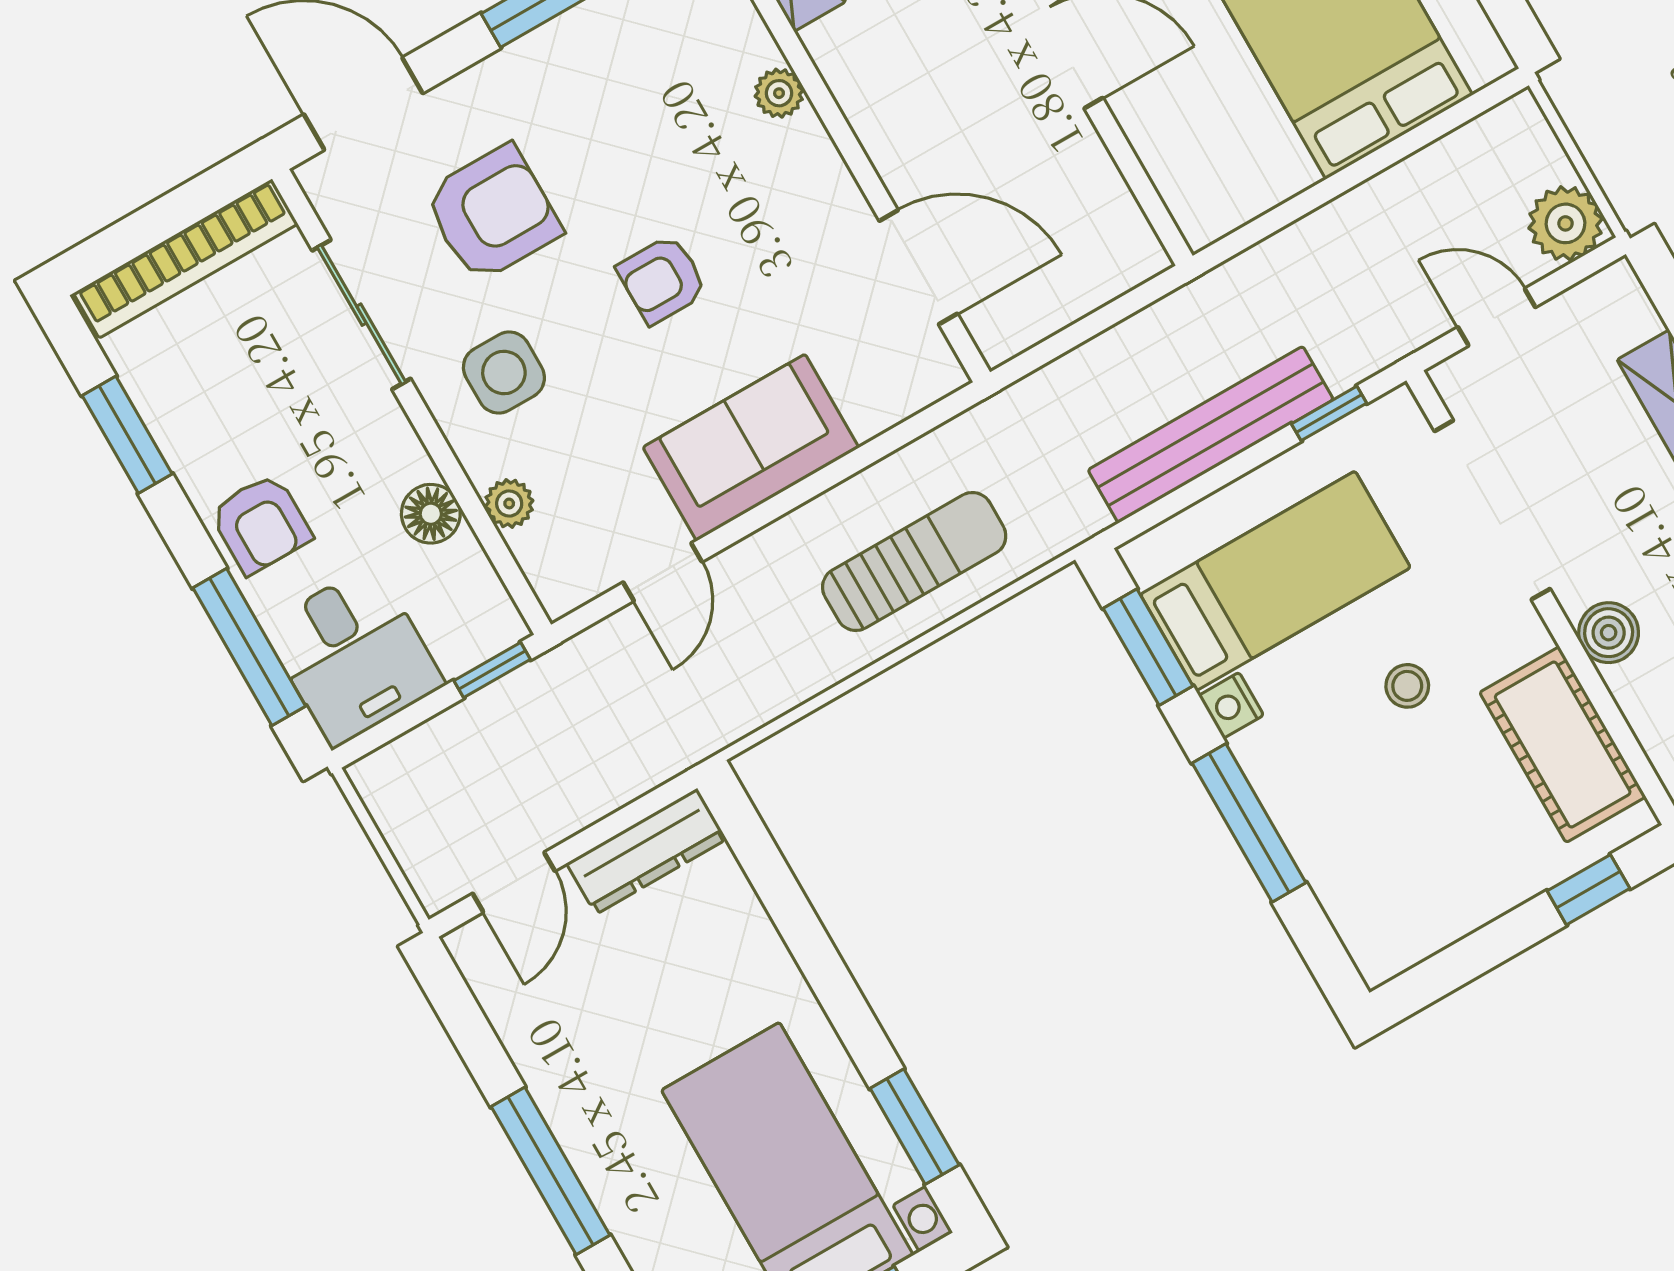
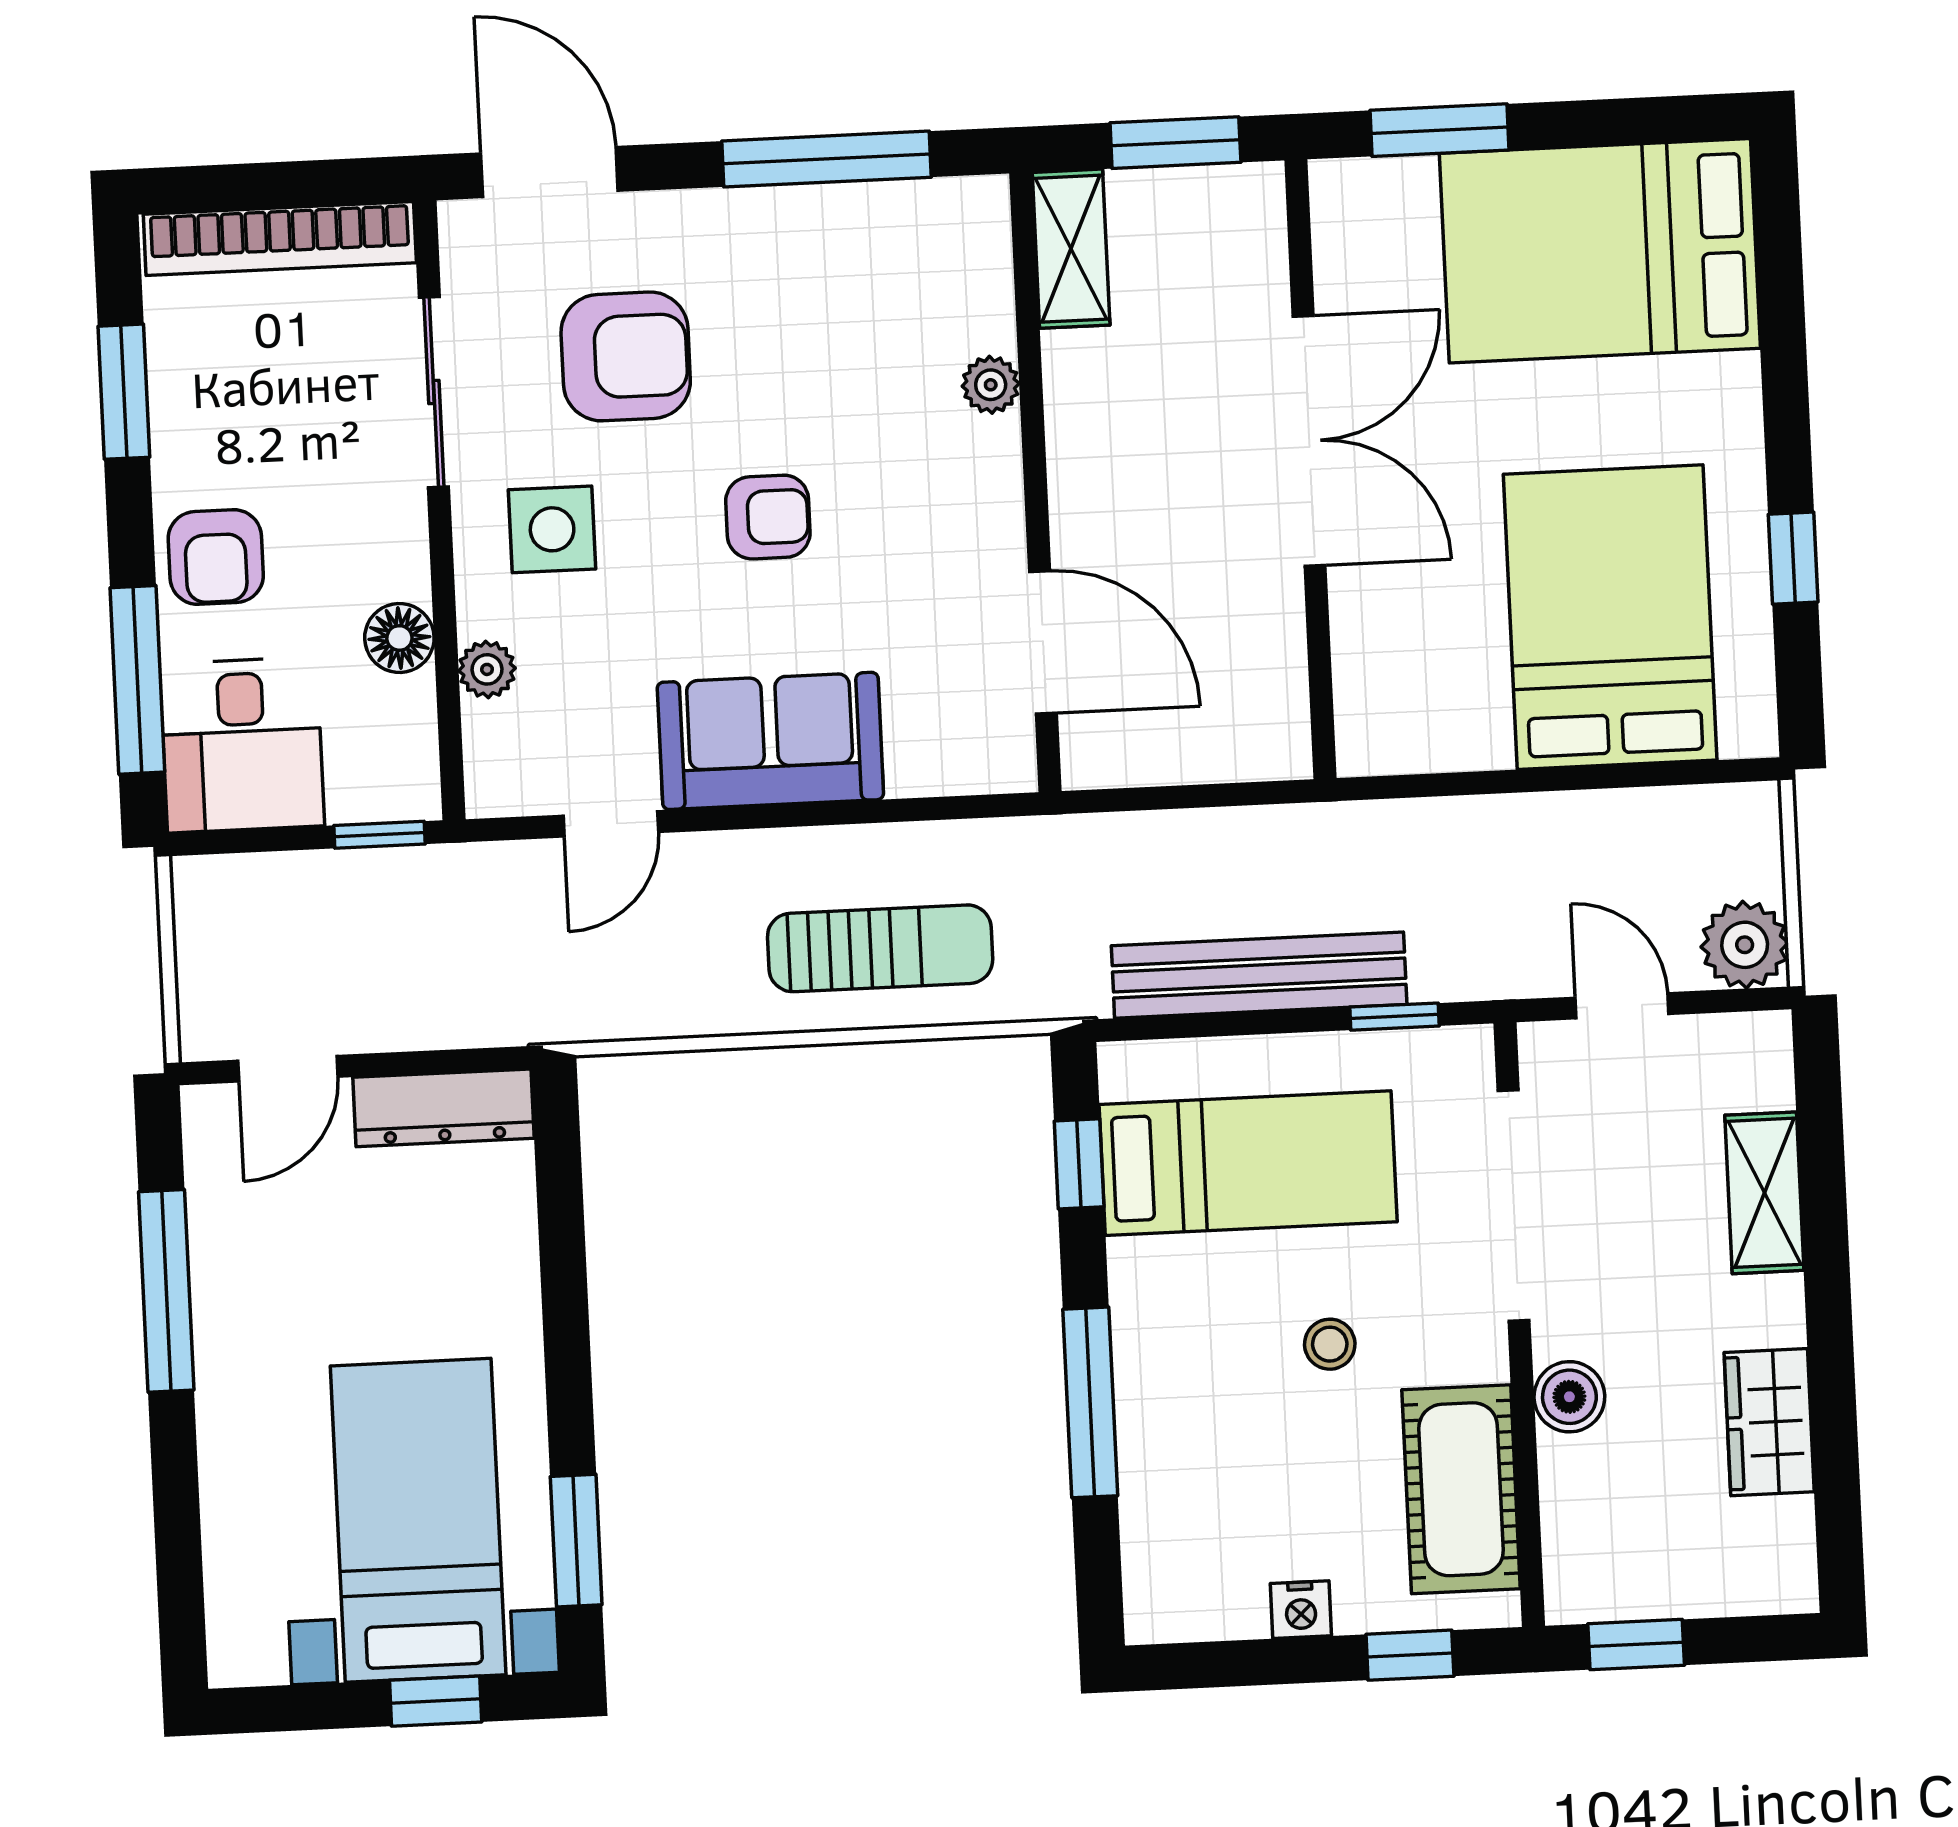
armchair: (662, 279) -> (768, 517), turned 180
window: (1148, 647) -> (1079, 1164), width x0.67
nightstand: (1231, 705) -> (1301, 1610), moved, turned -90
window: (551, 1171) -> (166, 1291), moved

